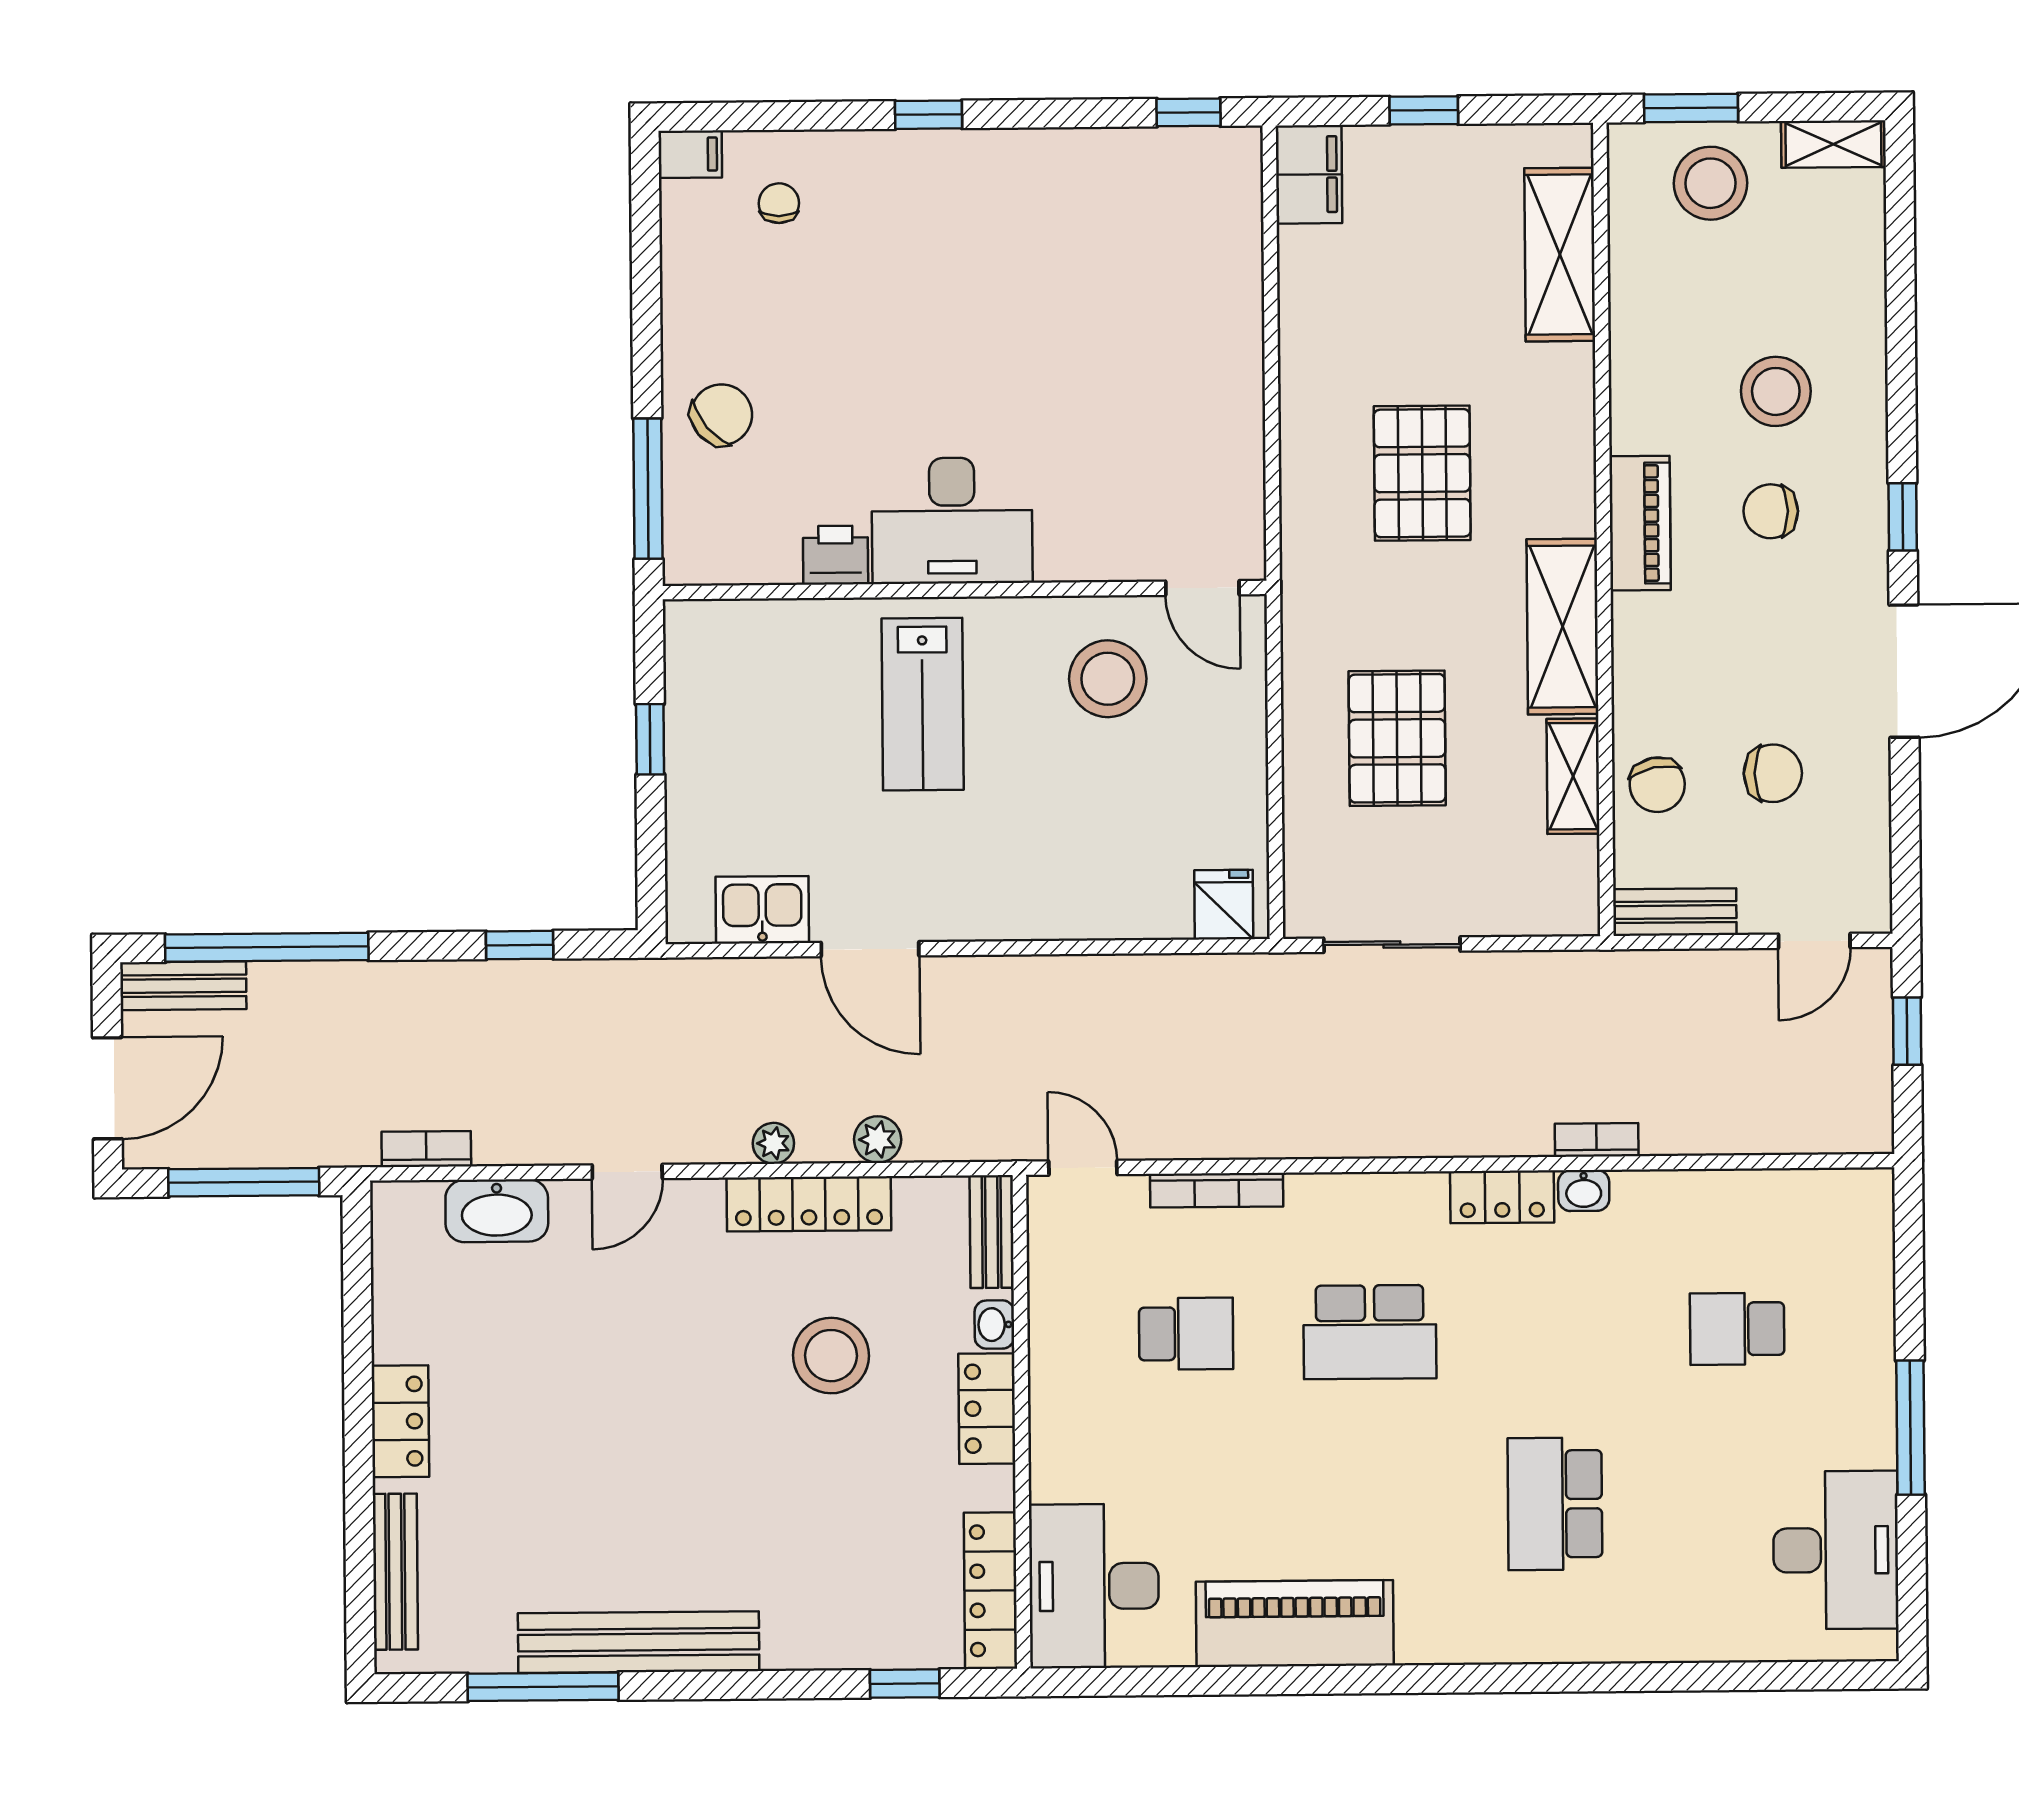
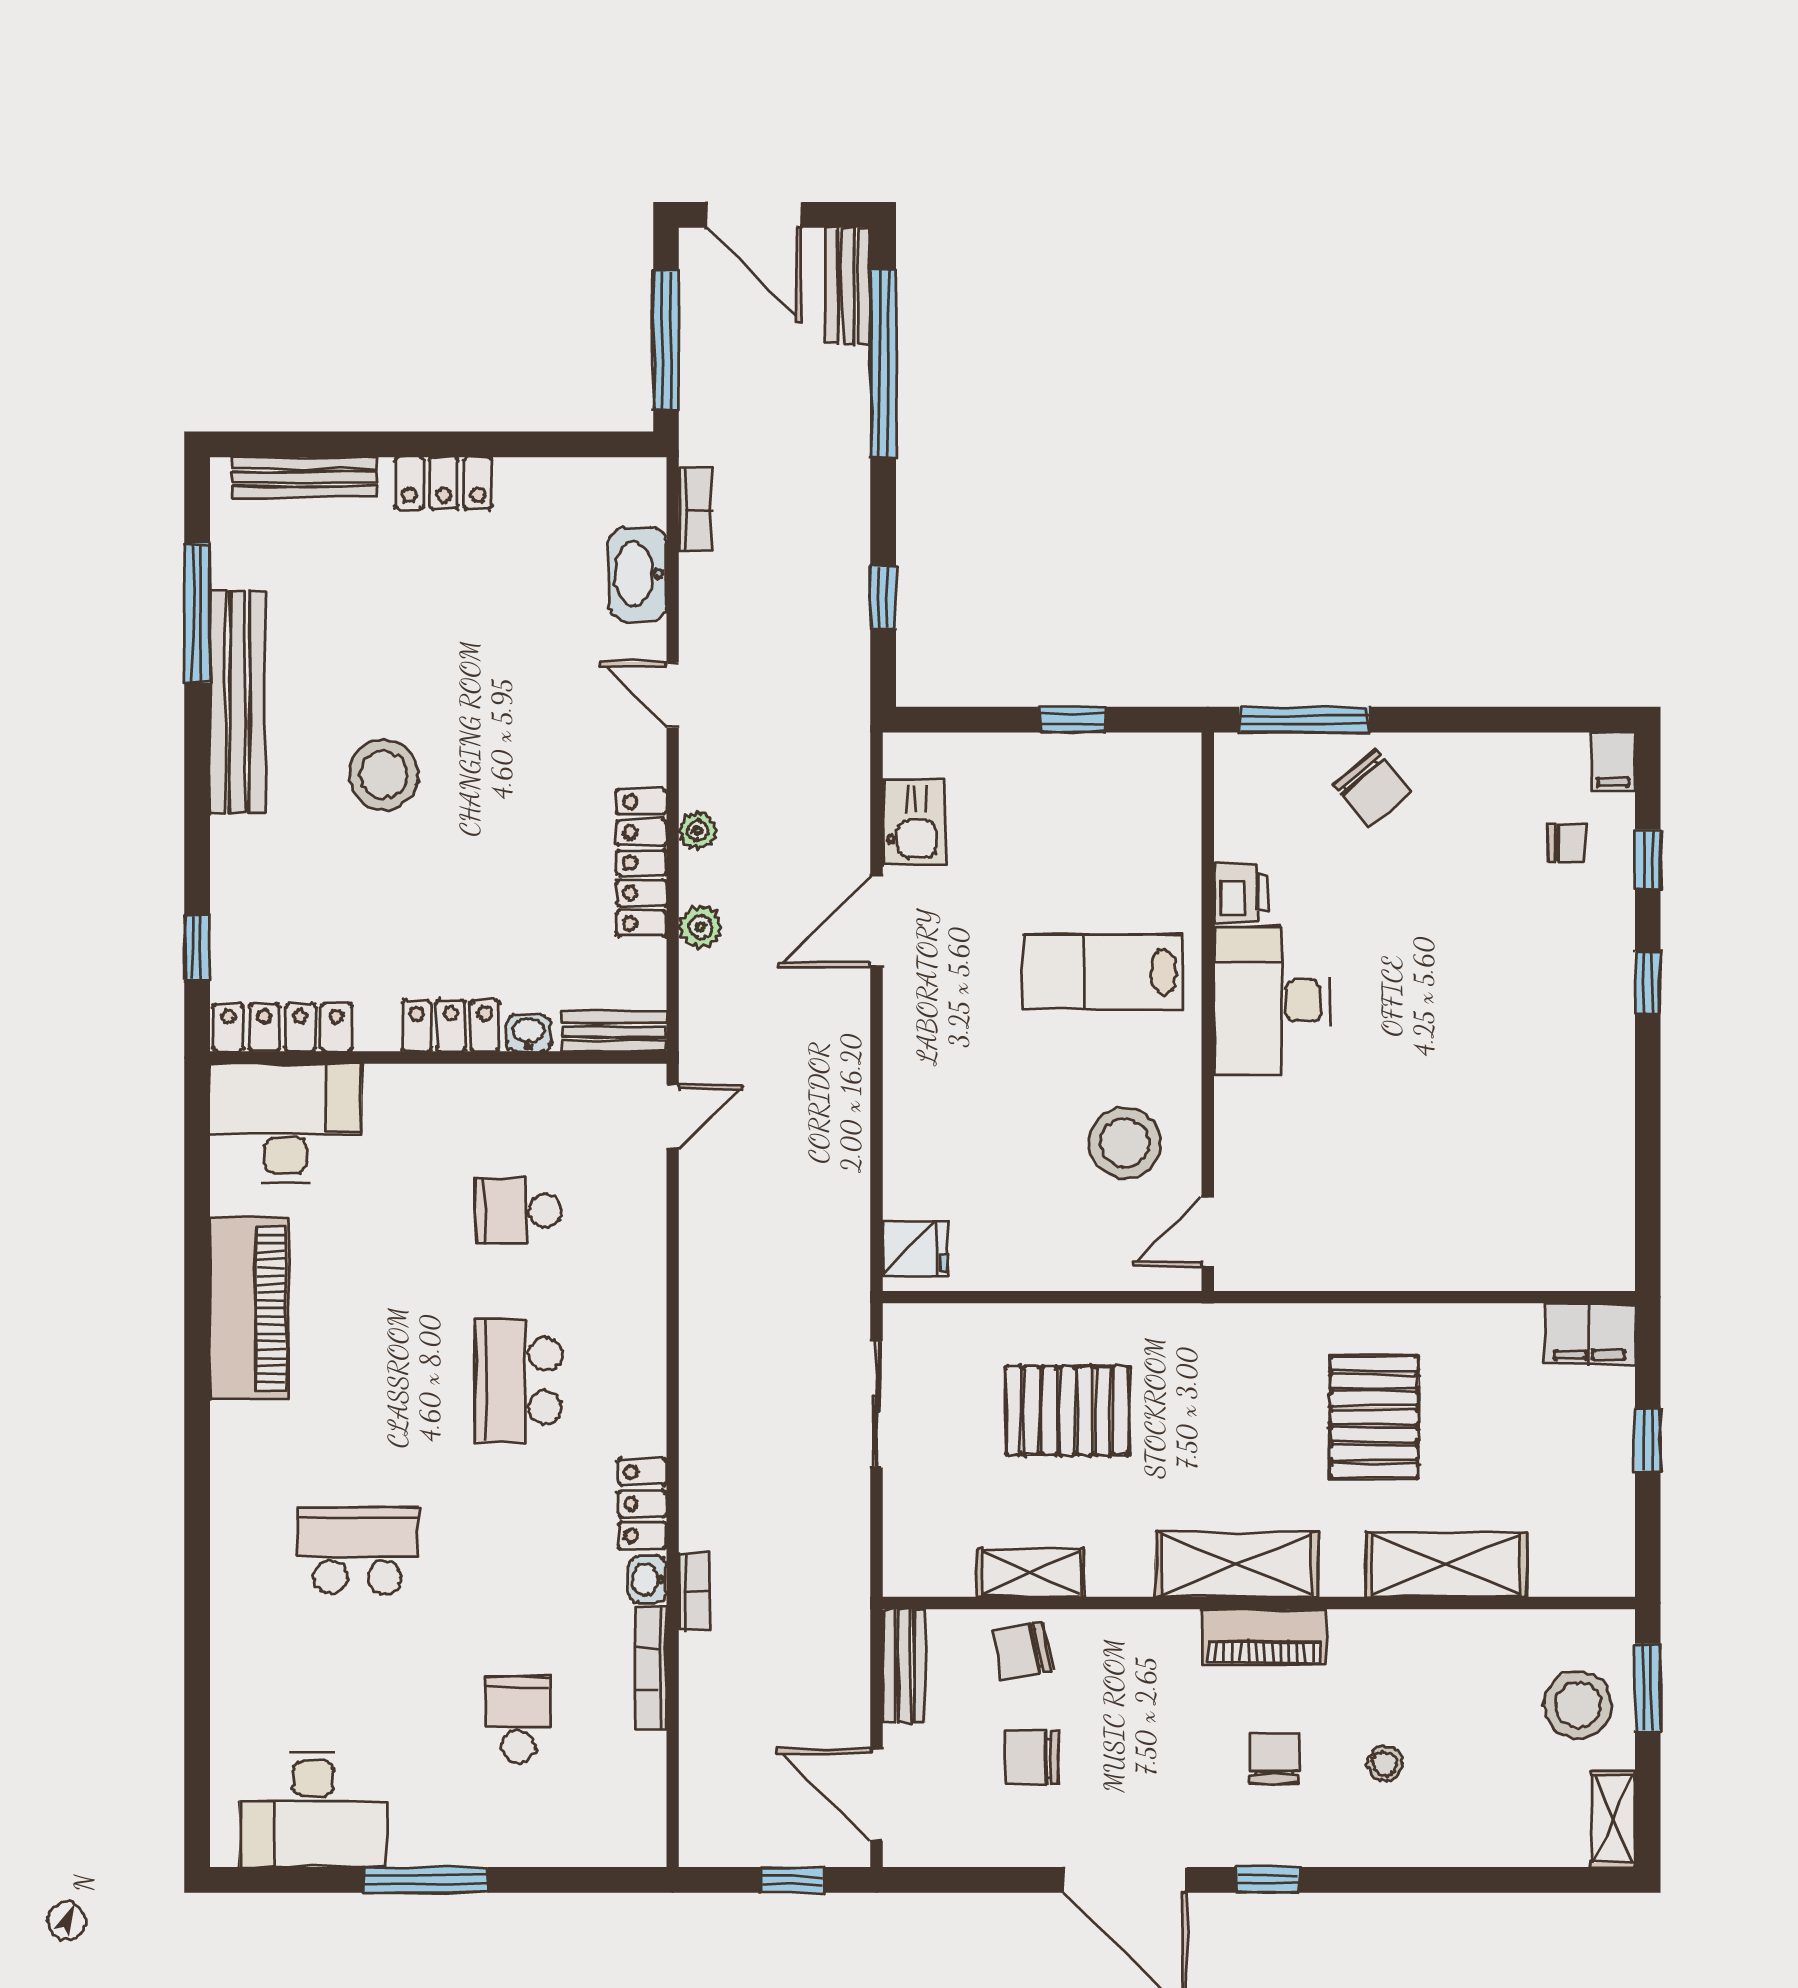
window: (1189, 112) -> (1648, 859), moved
shelving: (1560, 255) -> (1446, 1565), moved
stool: (1776, 391) -> (1385, 1764), width x0.53, depth x0.53
pallet: (1422, 473) -> (1374, 1417), moved, turned 90
shelving: (1563, 627) -> (1237, 1564), moved
chair: (1773, 773) -> (1032, 1758), turned 90
door: (1814, 941) -> (877, 1795), width x1.38
bookcase: (1217, 1190) -> (651, 1668), moved
school desk: (1186, 1334) -> (518, 1210), turned 90
stool: (831, 1356) -> (384, 775), moved

